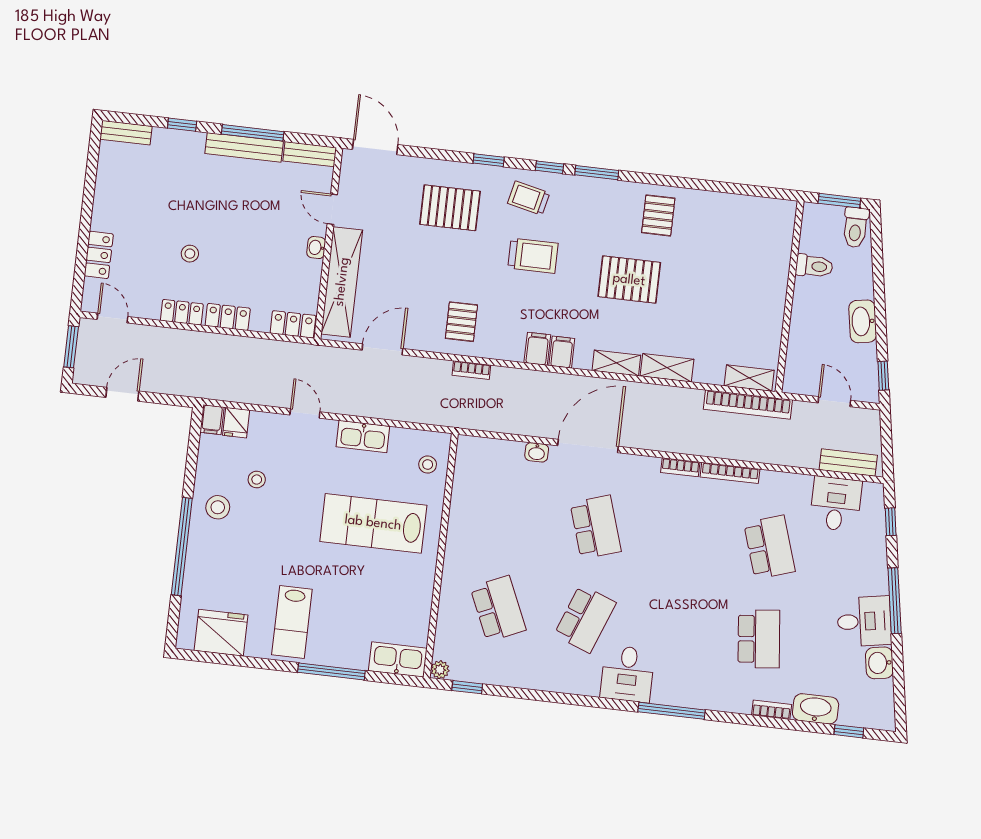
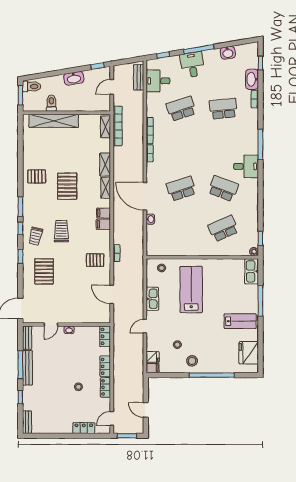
shelving: (342, 282) -> (54, 121), moved
lab bench: (373, 523) -> (191, 289), turned 180
desk: (864, 621) -> (192, 65), moved

